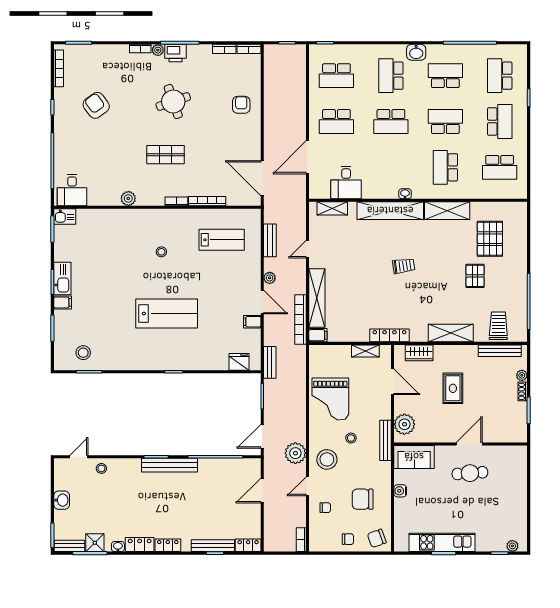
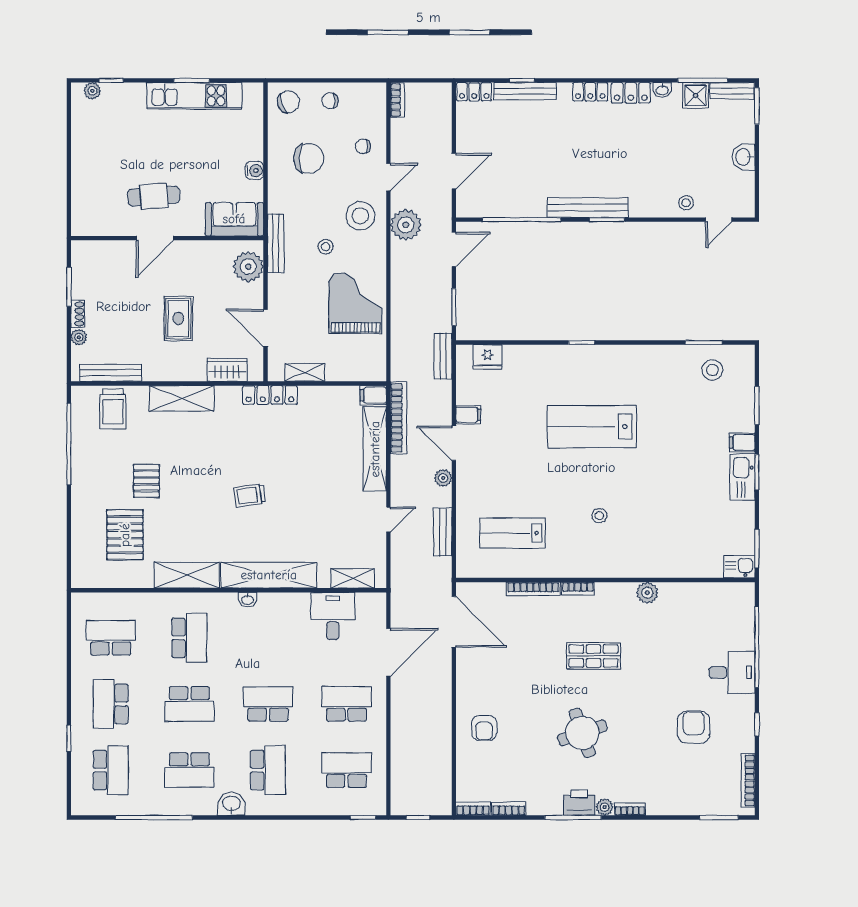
armchair: (96, 105) -> (694, 727), turned -144
desk: (72, 190) -> (732, 672), moved, turned 90

